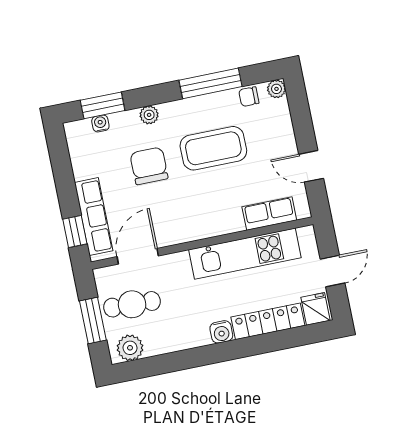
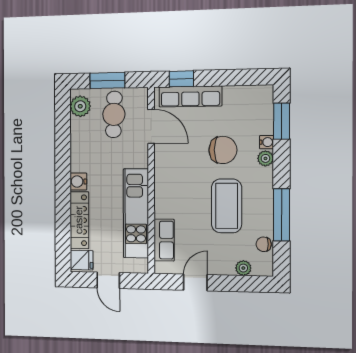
plant: (276, 89) -> (243, 268), moved
chair: (249, 97) -> (264, 244), turned -90
water cooler: (100, 123) -> (267, 142), moved

